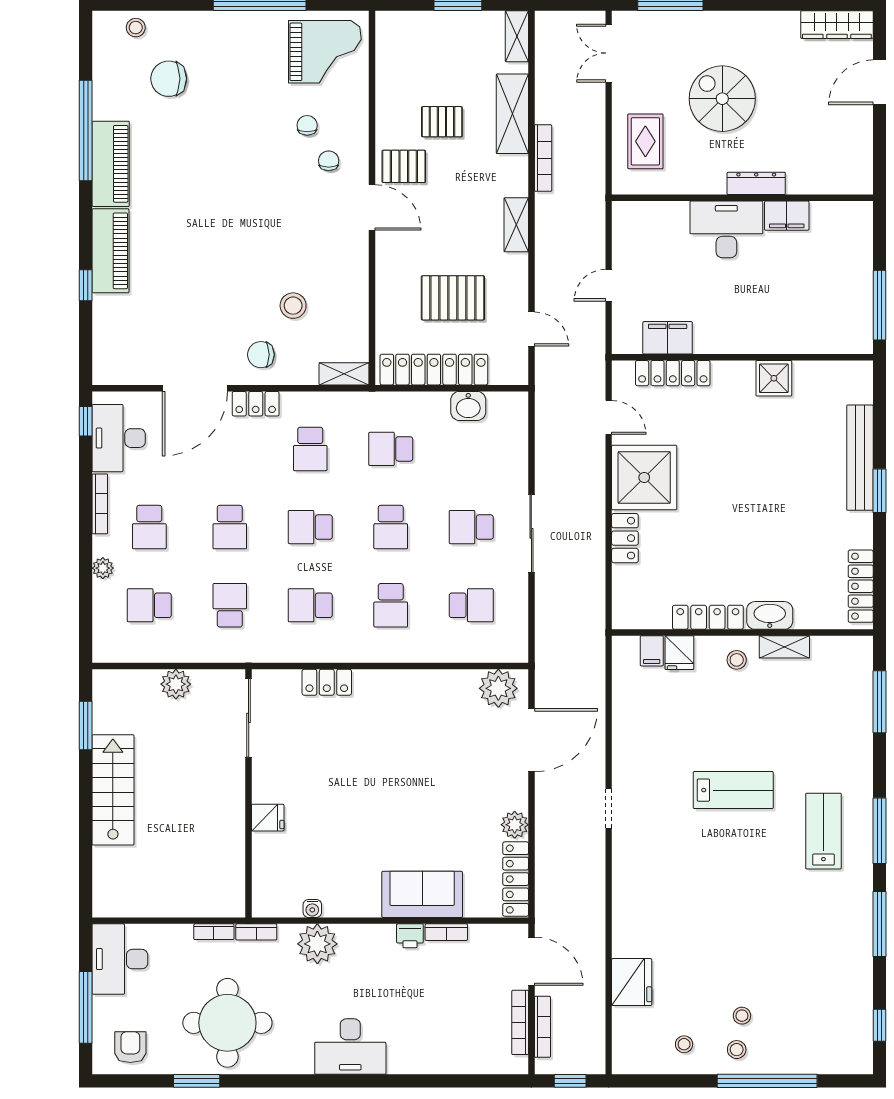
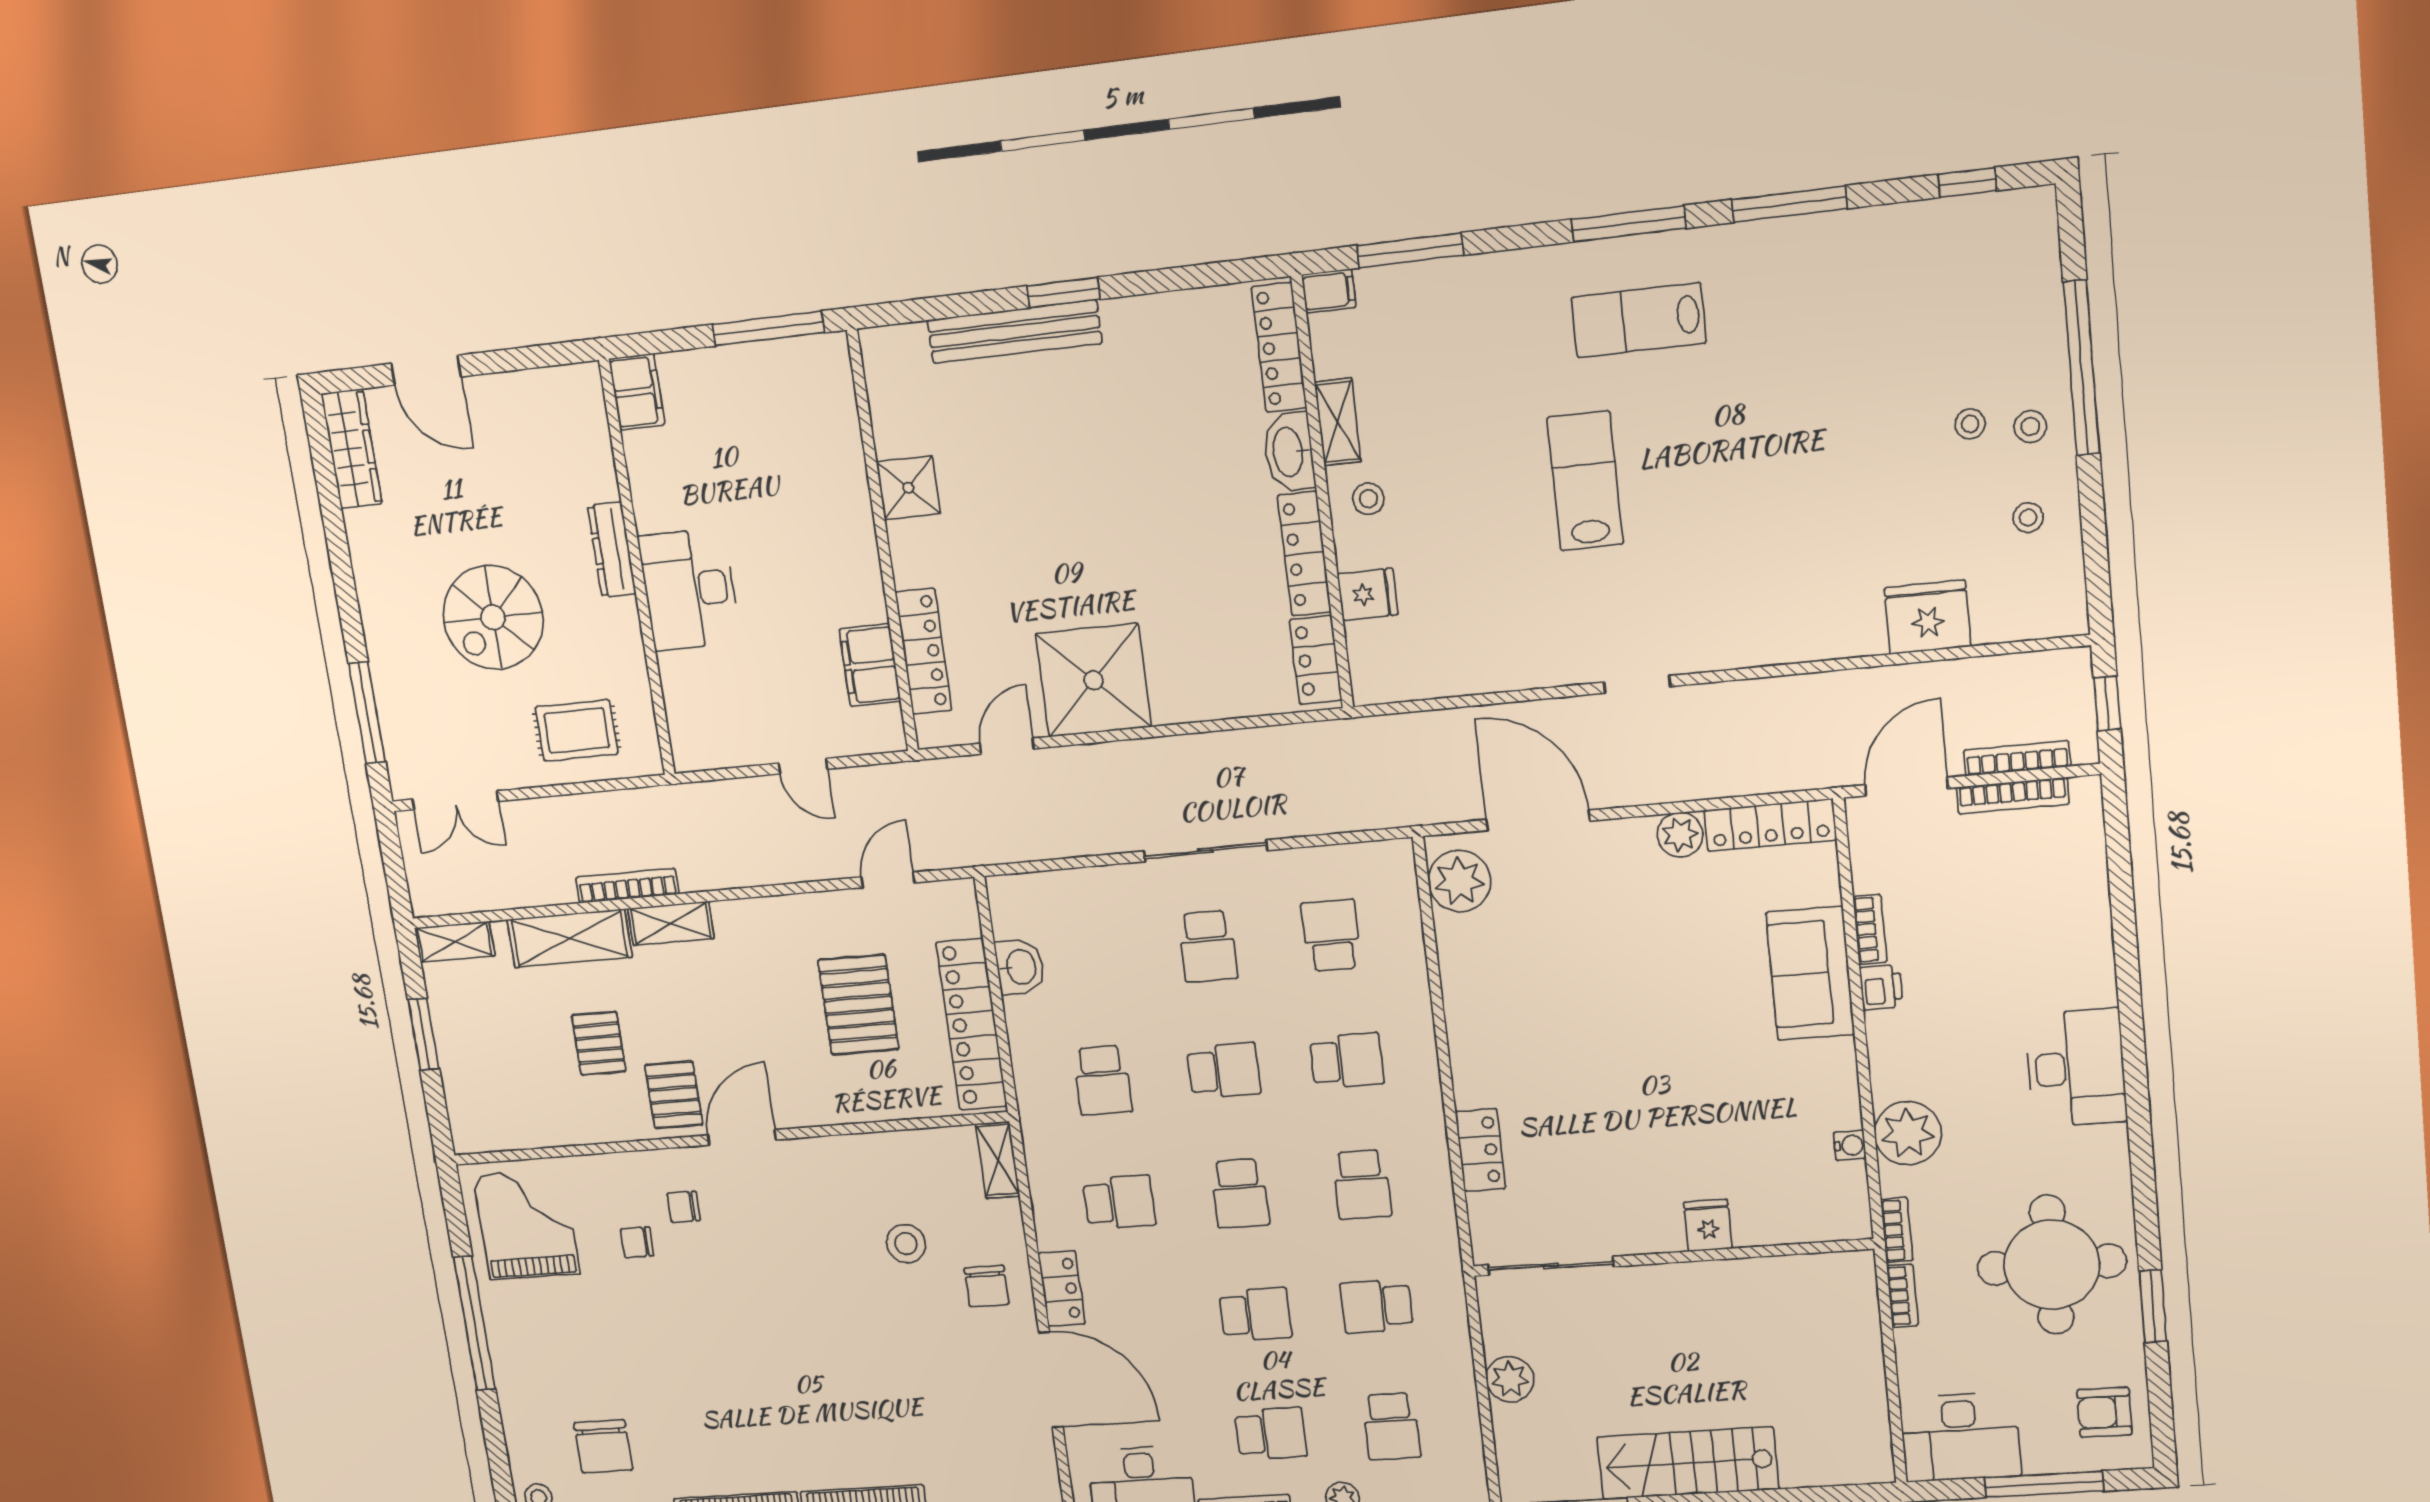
filing cabinet: (787, 216) -> (637, 392), moved
shelving: (516, 225) -> (671, 923), moved
locker: (625, 538) -> (1316, 660), moved, turned -90
locker: (861, 586) -> (1279, 347), moved, turned 90
filing cabinet: (652, 651) -> (1329, 291), moved

